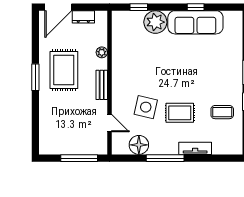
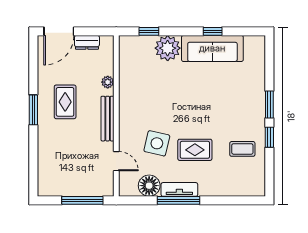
rug: (64, 70) -> (65, 102), width x0.73, depth x0.70
bench: (102, 85) -> (108, 119), width x1.36
tv unit: (195, 148) -> (179, 189), moved

